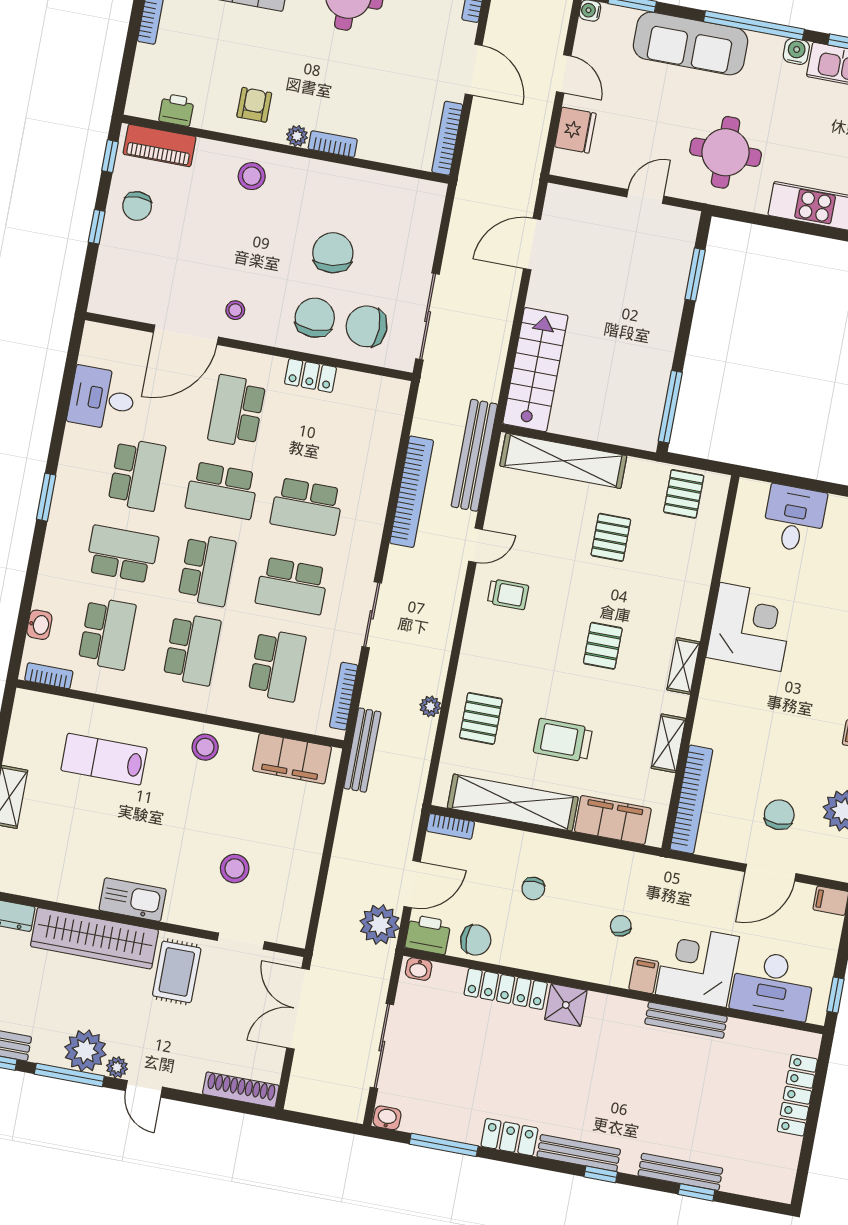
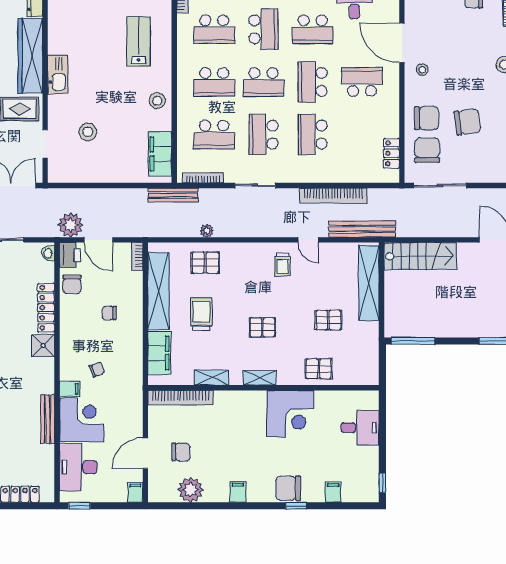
locker: (310, 375) -> (391, 153), moved
pallet: (684, 494) -> (319, 369), moved
door: (771, 873) -> (145, 453), hinge flipped

